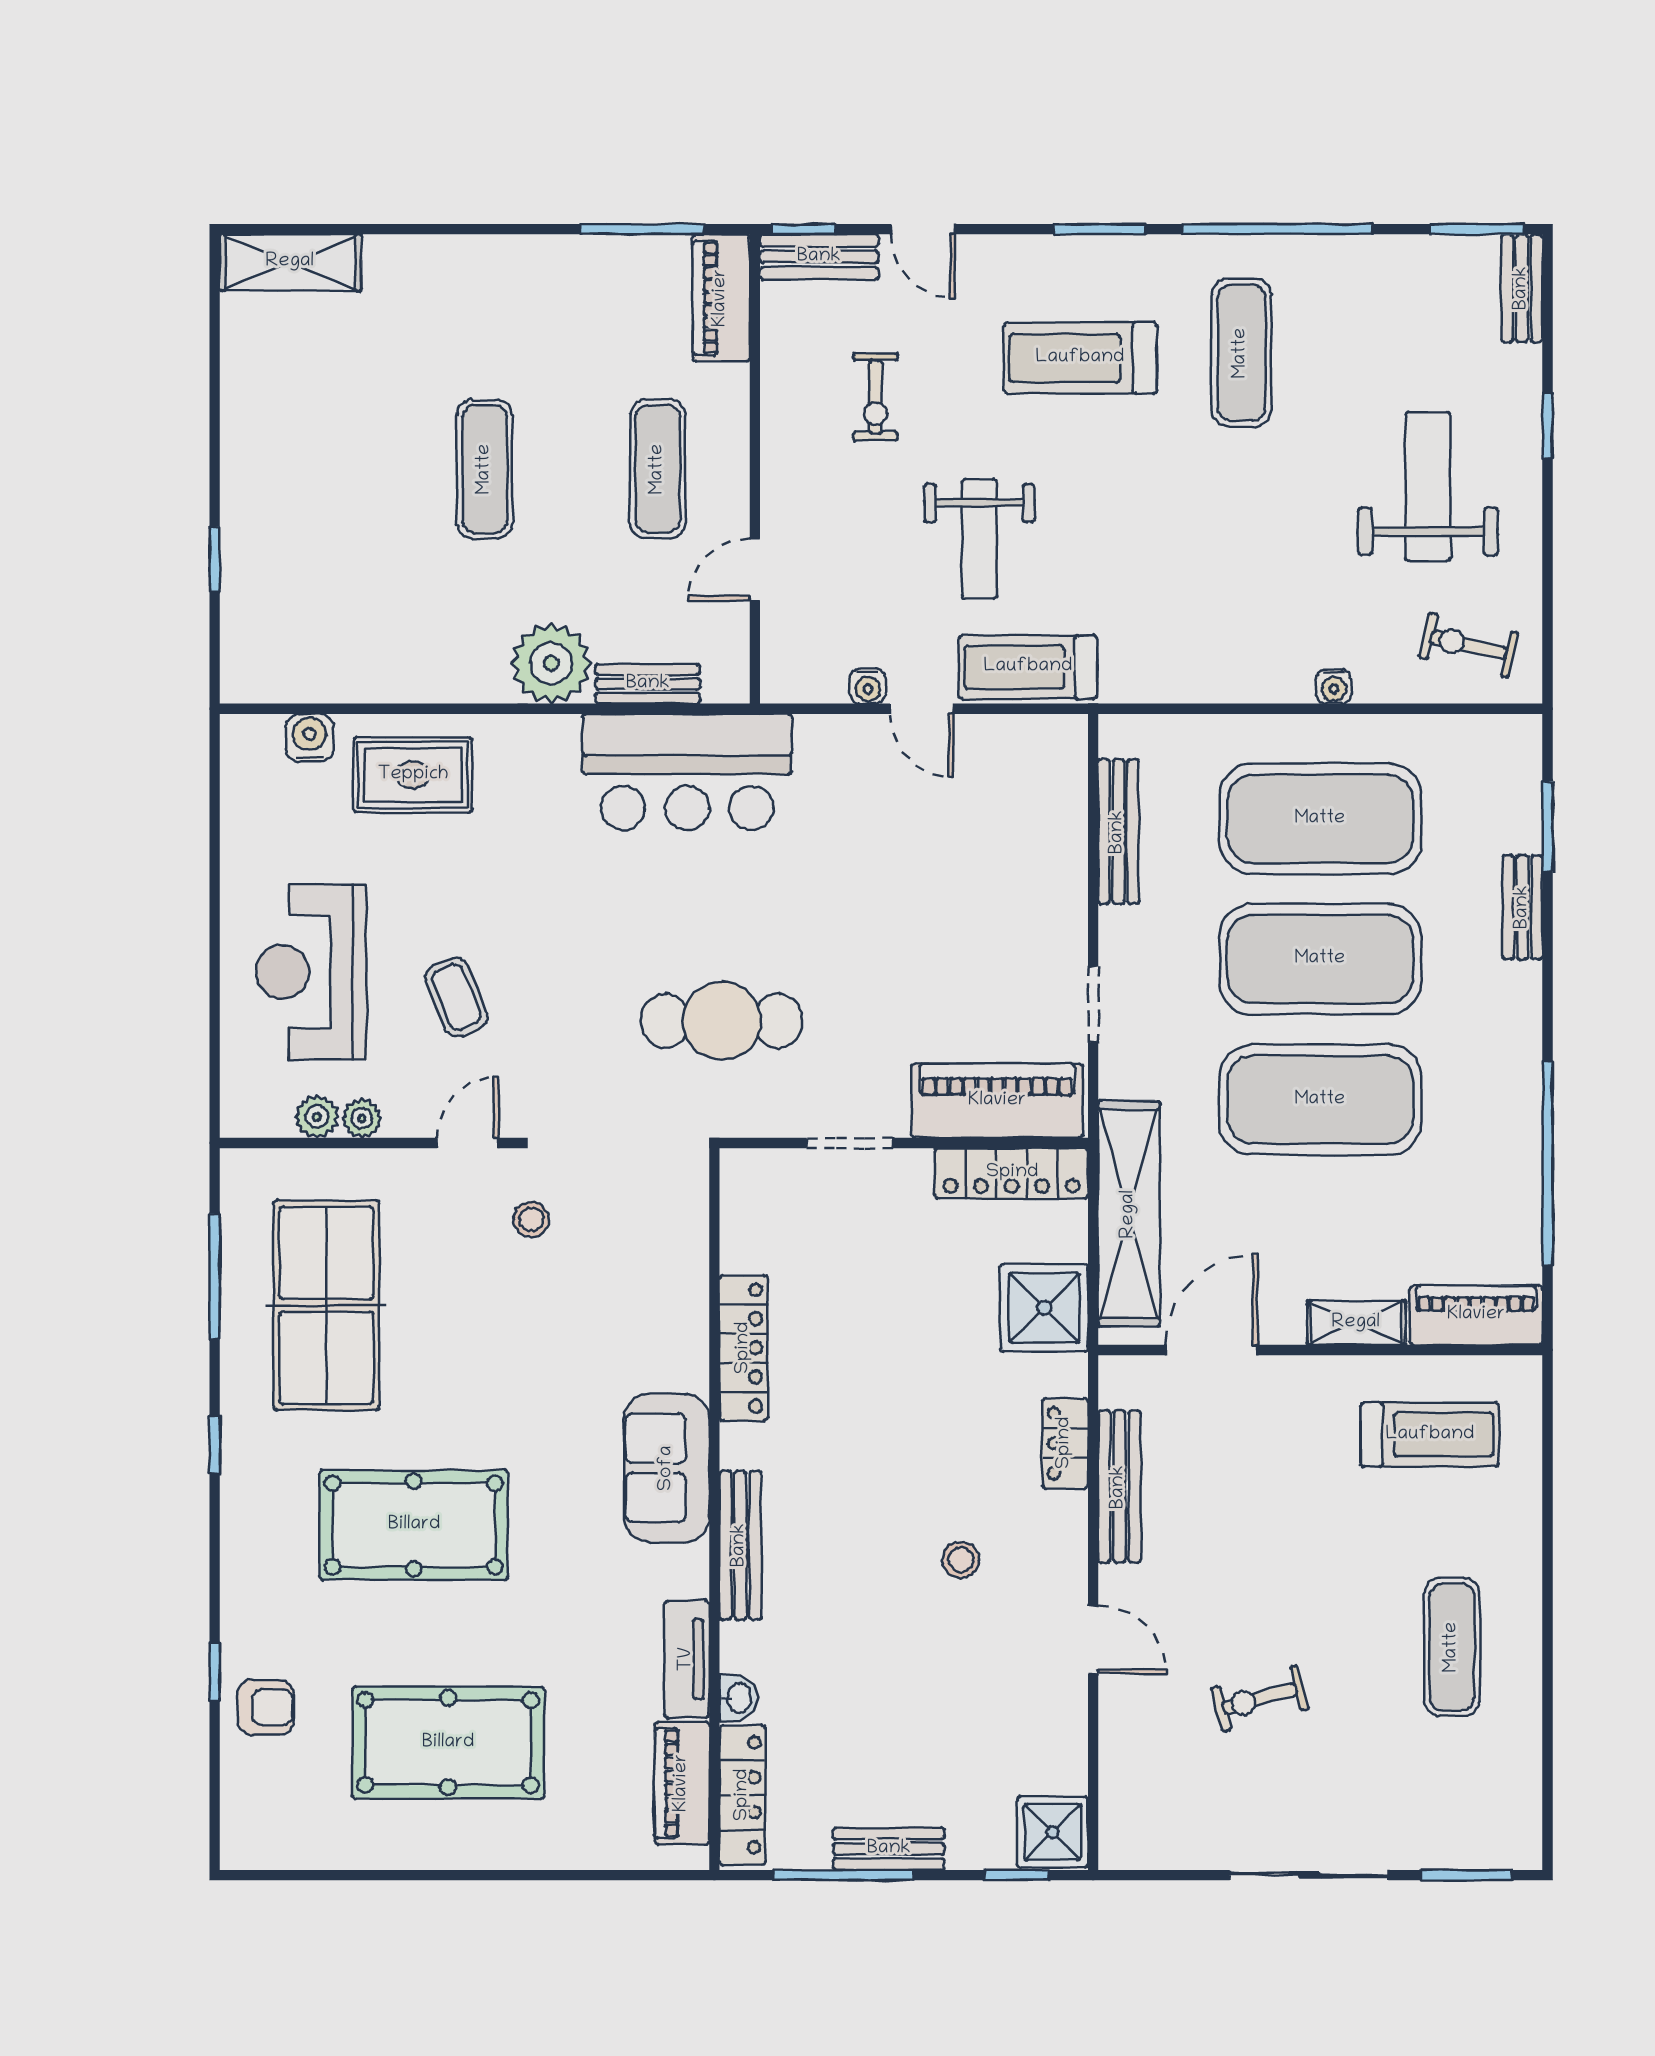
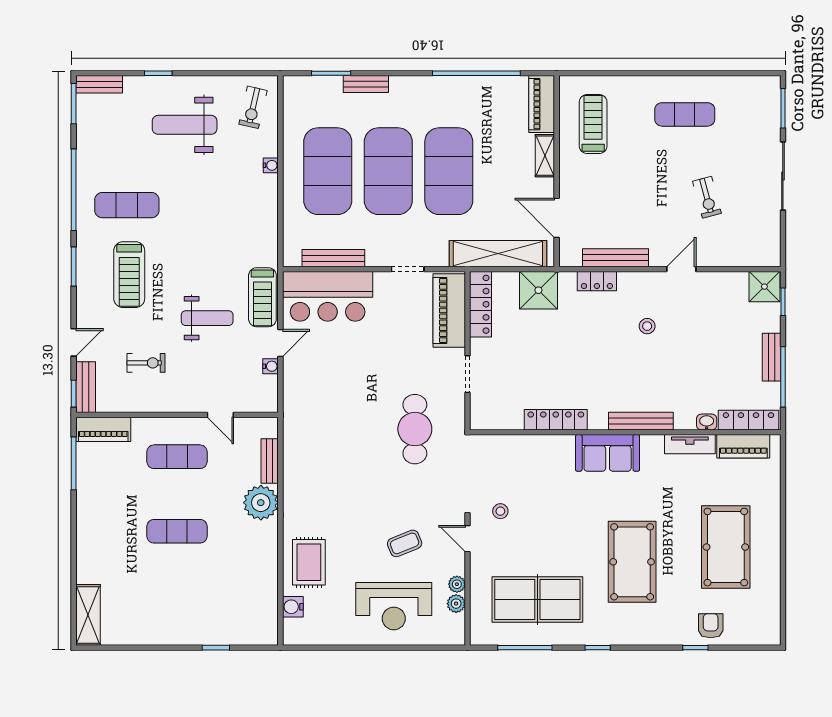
bar counter: (687, 772) -> (328, 296), moved, turned 90

